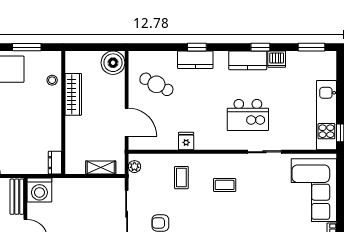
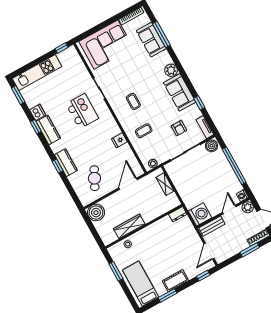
kitchen unit: (326, 115) -> (37, 72), moved

